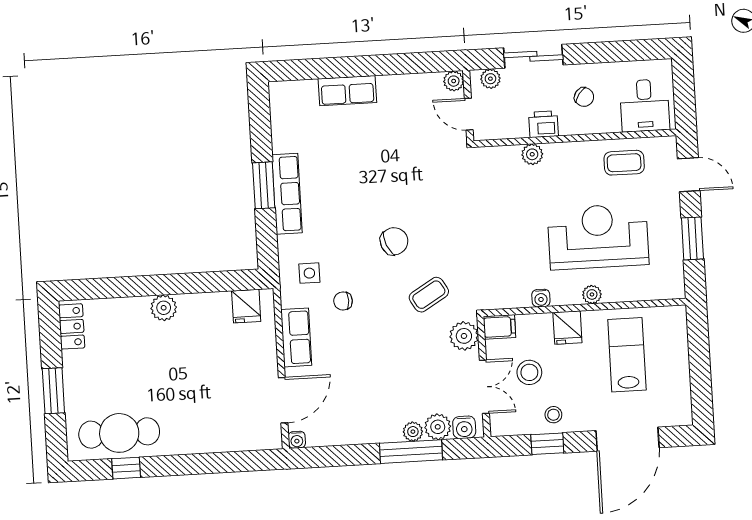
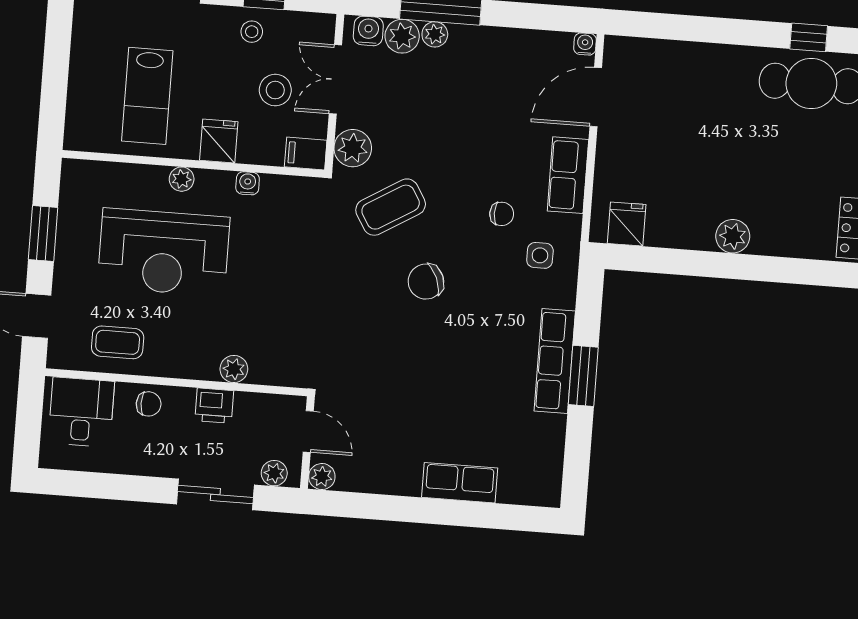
chair: (584, 97) -> (149, 404), moved, turned 143
coffee table: (429, 295) -> (391, 207), width x1.36, depth x1.30

